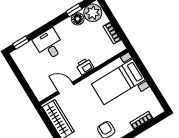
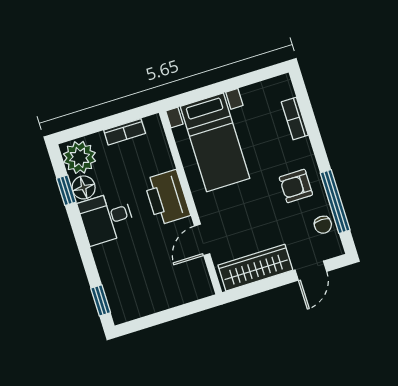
desk: (49, 44) -> (106, 218), moved
printer: (85, 66) -> (167, 197), width x1.87, depth x1.48

